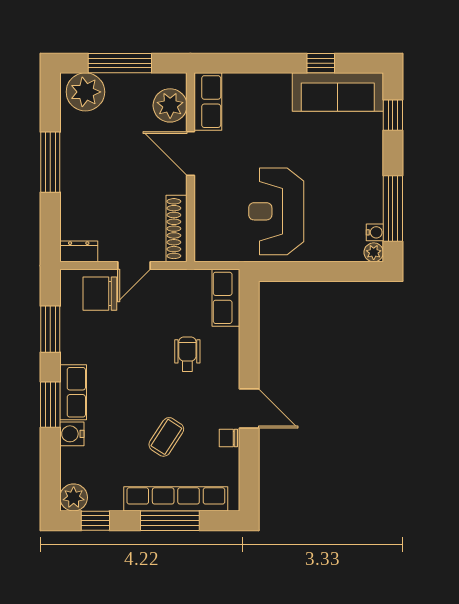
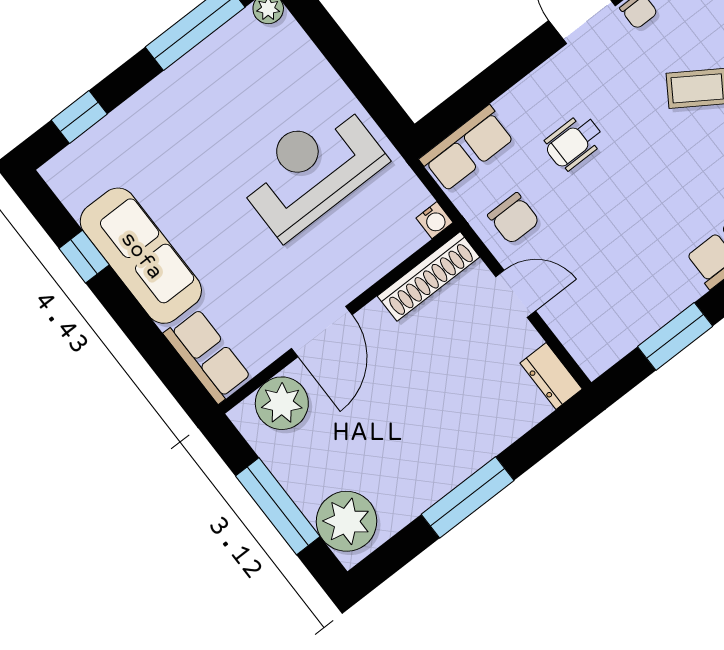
sofa: (338, 92) -> (141, 256), moved
row of seats: (208, 102) -> (207, 356), moved, turned 90
reception desk: (276, 211) -> (311, 169), turned 180
water cooler: (375, 232) -> (435, 220), moved, turned 180
chair: (100, 294) -> (514, 218), moved, width x0.73, depth x0.73

